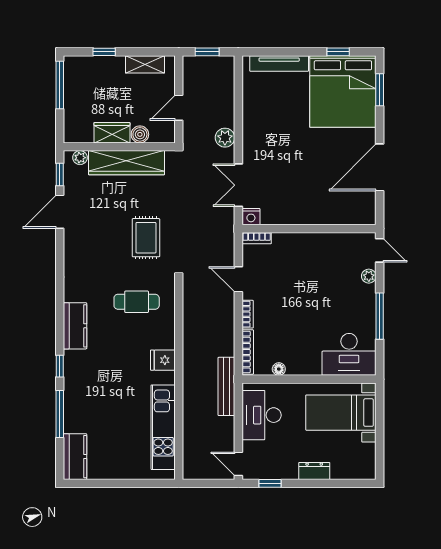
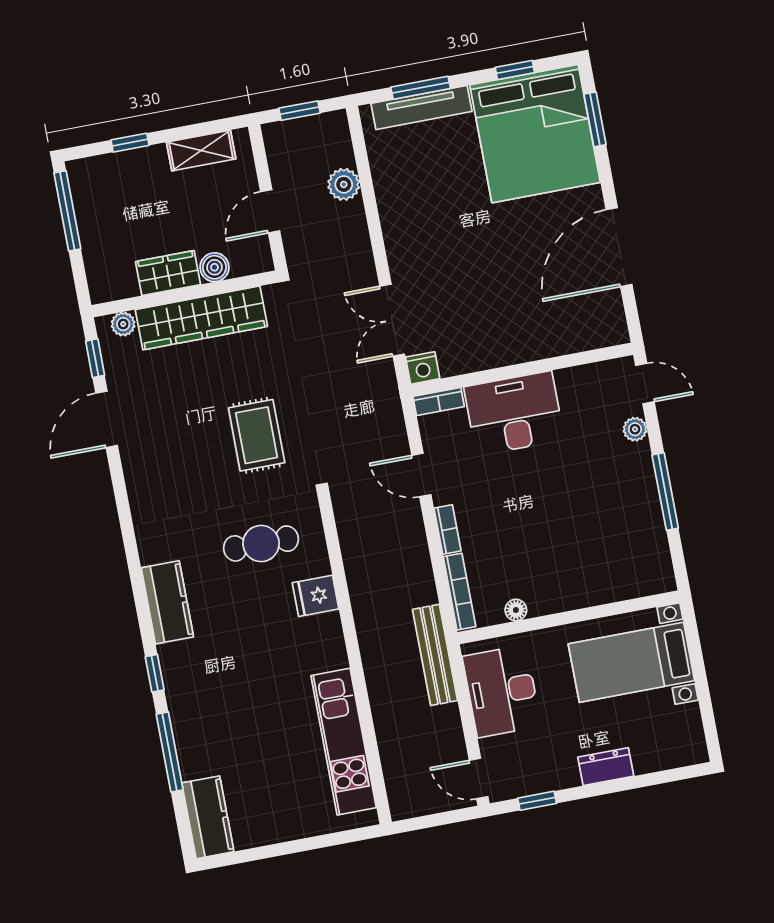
window: (281, 52) -> (421, 88), added
plant: (225, 138) -> (344, 184), moved
desk: (349, 354) -> (514, 413), moved, turned 180
fridge: (163, 360) -> (316, 596), moved

